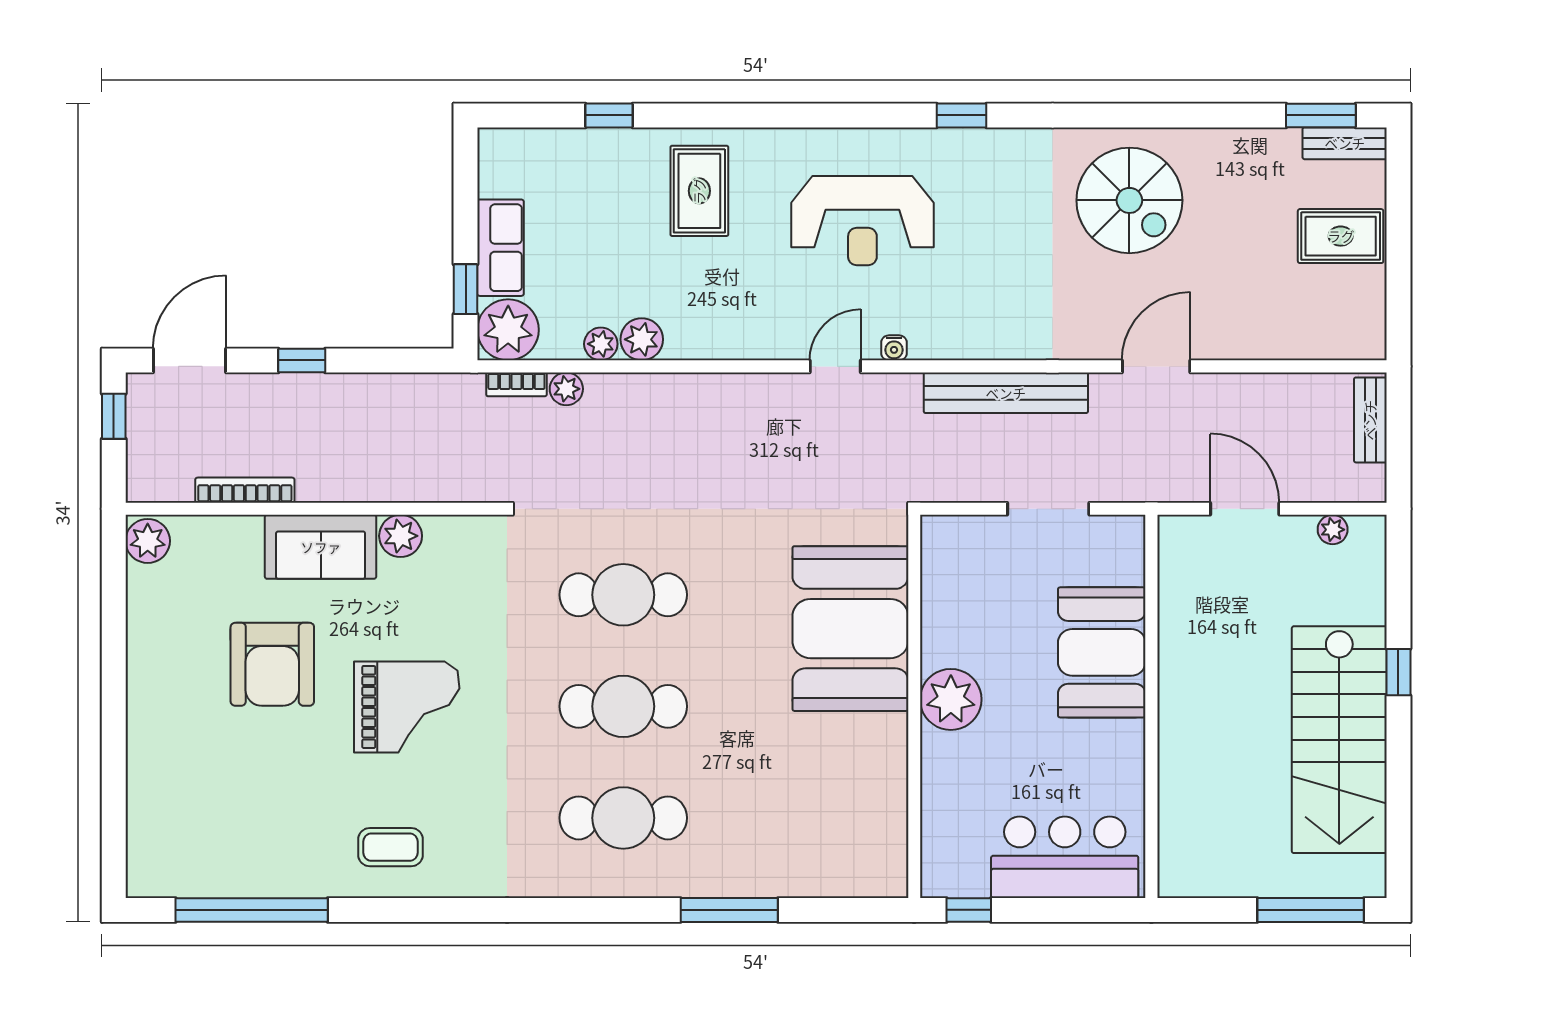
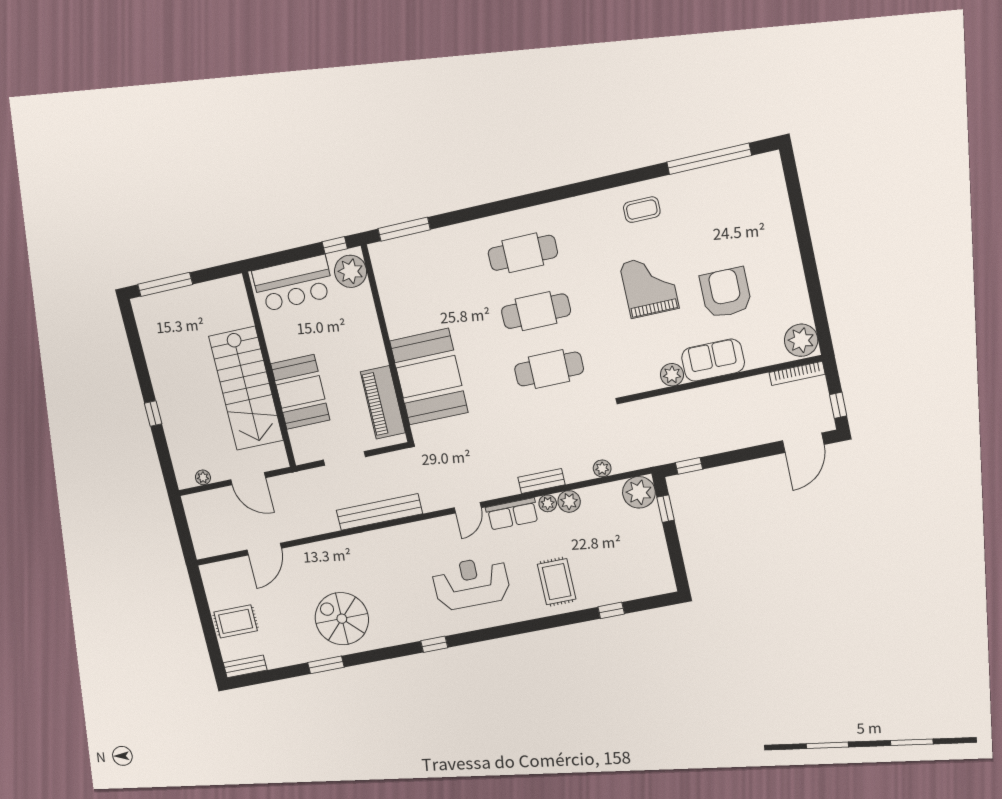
window: (1321, 115) -> (326, 665), moved
row of seats: (500, 248) -> (512, 514), moved, turned -90
plant: (601, 344) -> (548, 503), moved
water cooler: (894, 348) -> (440, 523), removed
window: (302, 360) -> (689, 466), moved
door: (1156, 366) -> (264, 549), moved
bookcase: (516, 384) -> (628, 465), removed
bench: (1370, 420) -> (541, 481), moved, turned 90
bookcase: (245, 490) -> (797, 373), moved
plant: (148, 541) -> (801, 340), width x1.36, depth x1.36
piano: (949, 599) -> (383, 402), added
plant: (951, 699) -> (351, 271), moved
grand piano: (407, 707) -> (649, 286), turned 90
stairs: (1339, 740) -> (246, 388), moved, turned 180
window: (729, 910) -> (404, 229), moved

